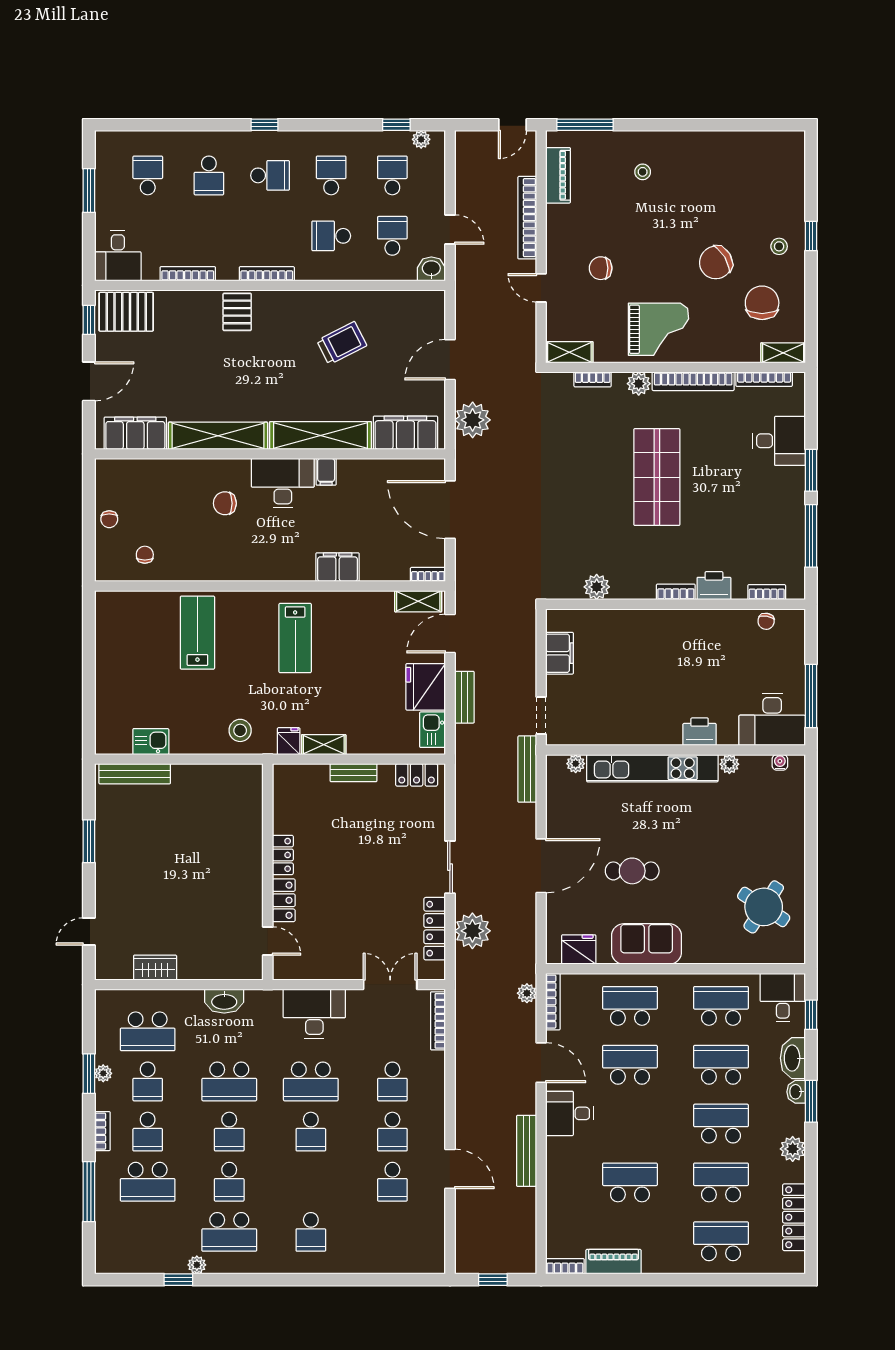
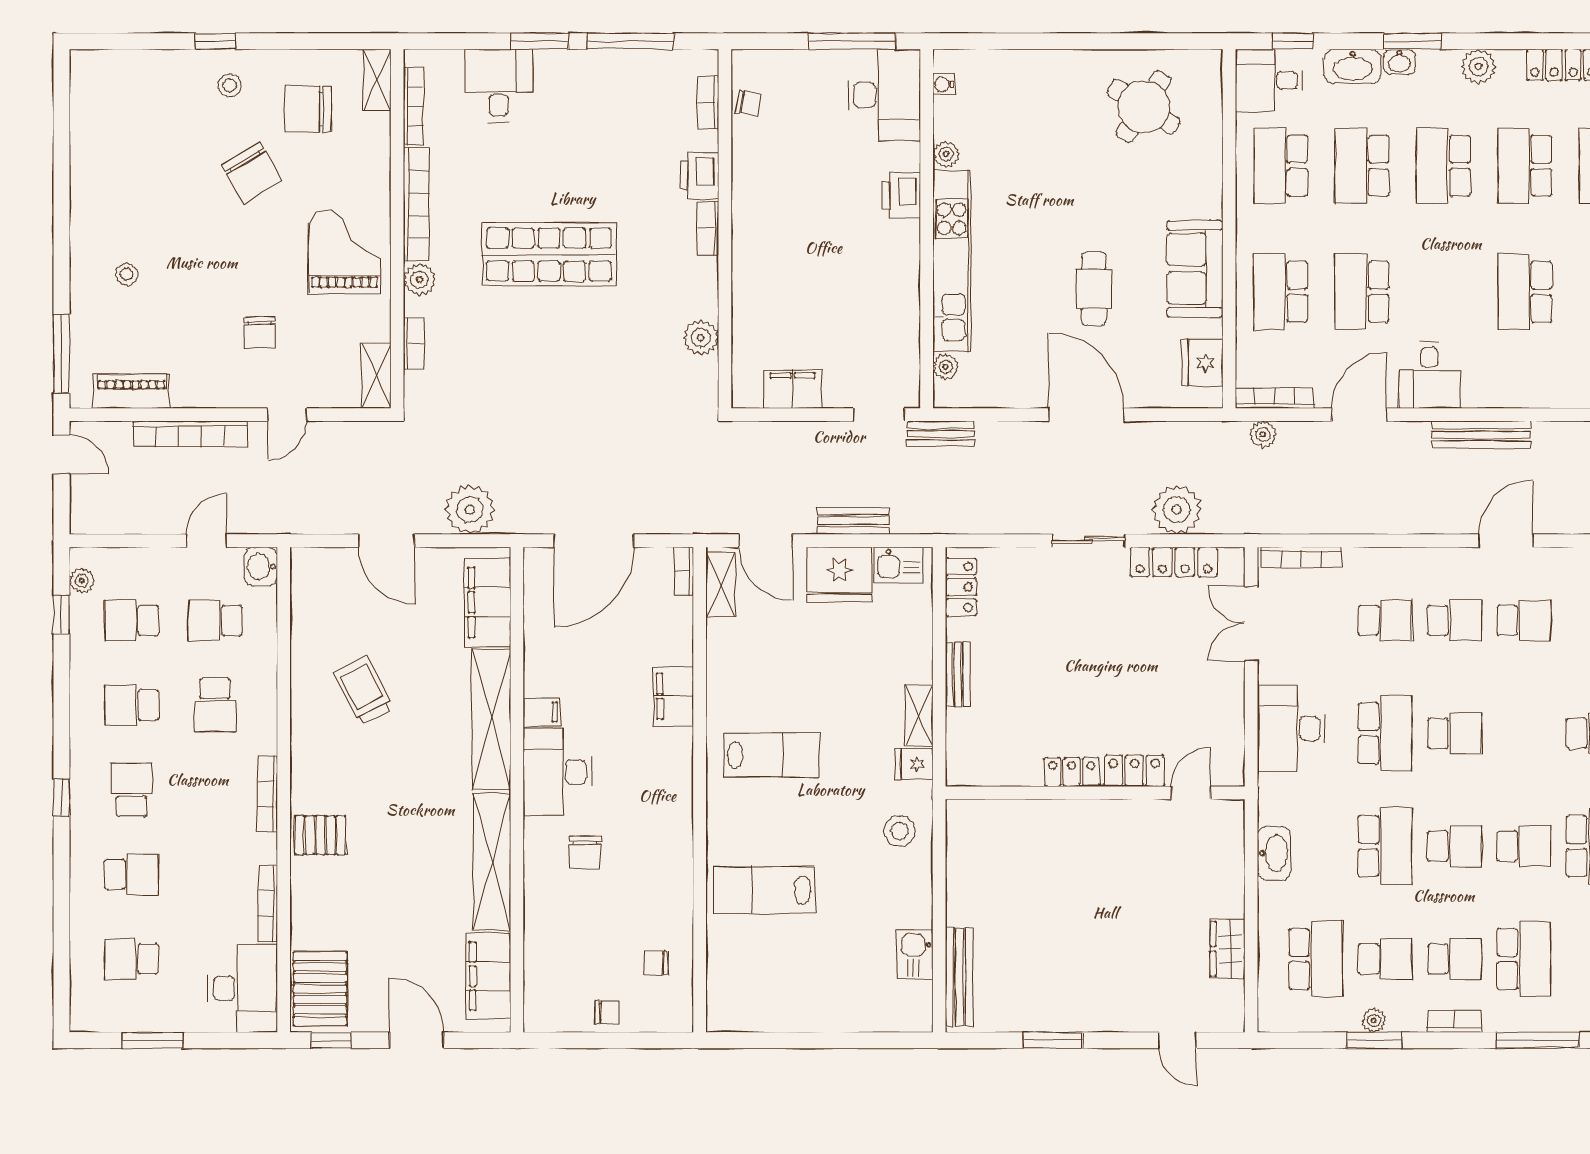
desk: (118, 256) -> (243, 988), width x1.37
bench: (527, 769) -> (941, 434), width x0.73

